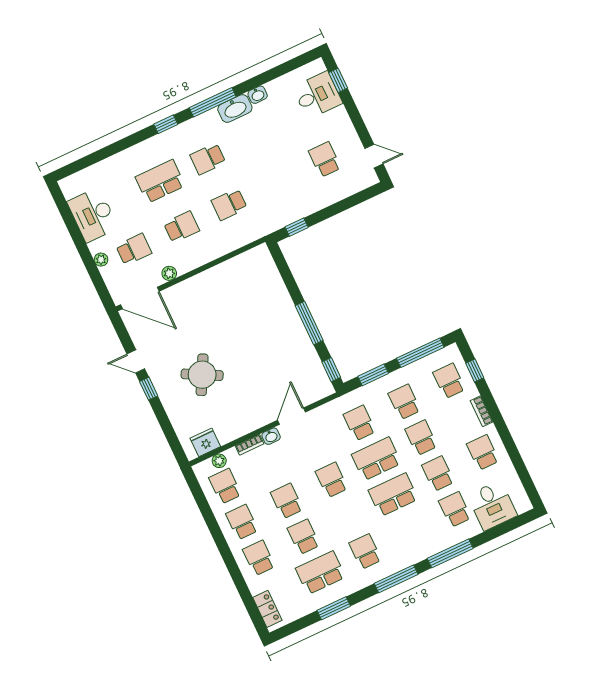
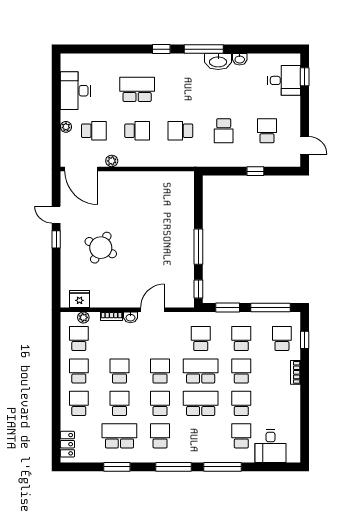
school desk: (208, 159) -> (224, 131), moved, turned -90
window: (297, 227) -> (255, 171), moved
school desk: (483, 453) -> (160, 403), moved

